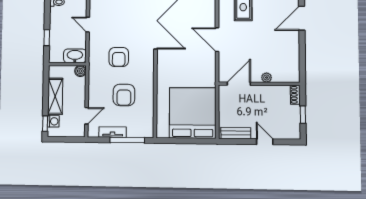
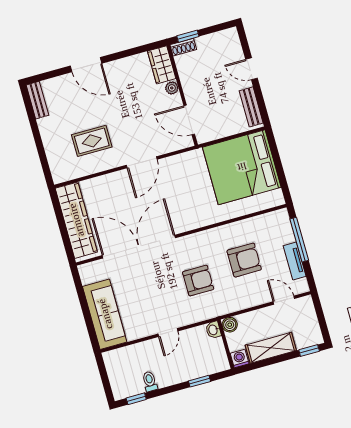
washbasin: (75, 56) -> (213, 330), width x0.52, depth x0.69
wardrobe: (286, 75) -> (162, 65), added
window: (303, 115) -> (188, 36), moved
washing machine: (53, 121) -> (240, 358), moved
door: (265, 142) -> (252, 69), hinge flipped

